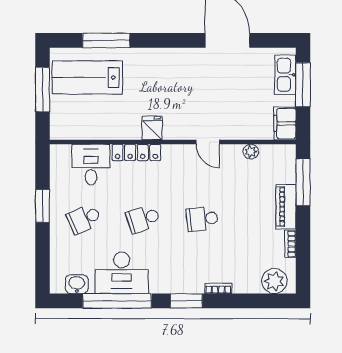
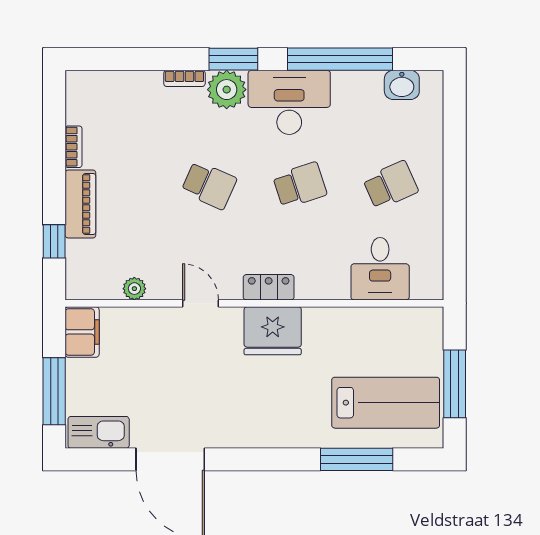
kitchen sink: (285, 75) -> (99, 432), moved, turned -90
fridge: (152, 128) -> (273, 331), width x1.88, depth x1.34
locker: (136, 152) -> (269, 287), moved, width x0.66
window: (303, 182) -> (54, 241), width x0.46
window: (42, 206) -> (455, 205), removed
school desk: (202, 219) -> (209, 185), turned 30
desk: (122, 273) -> (289, 102), moved
plant: (274, 281) -> (227, 90), moved

